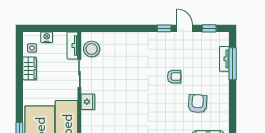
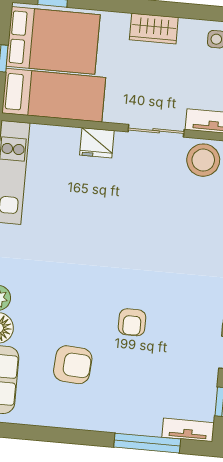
tv unit: (224, 59) -> (188, 430), moved
wardrobe: (29, 68) -> (154, 29), moved

